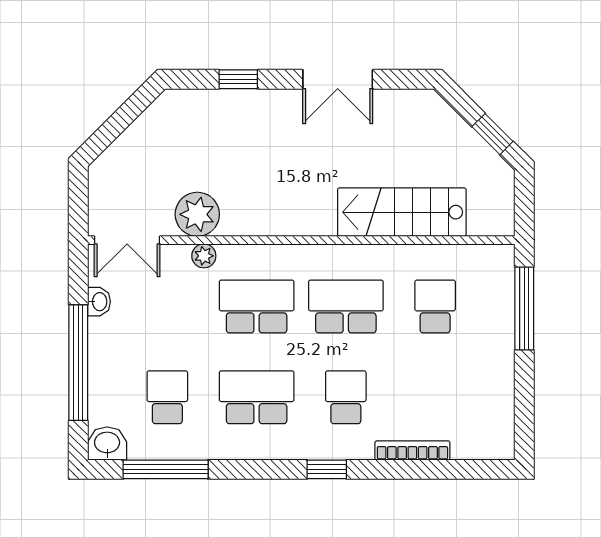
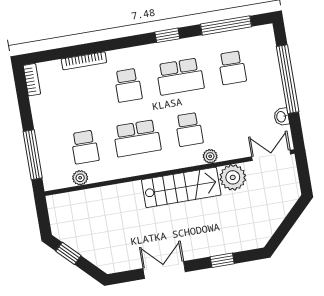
stairs: (402, 212) -> (181, 187), moved
plant: (204, 256) -> (210, 156), moved
plant: (452, 257) -> (80, 178), added
school desk: (257, 307) -> (189, 129), width x0.54
bookcase: (504, 434) -> (32, 80), added
washbasin: (107, 443) -> (263, 35), removed
window: (327, 469) -> (167, 35), moved

